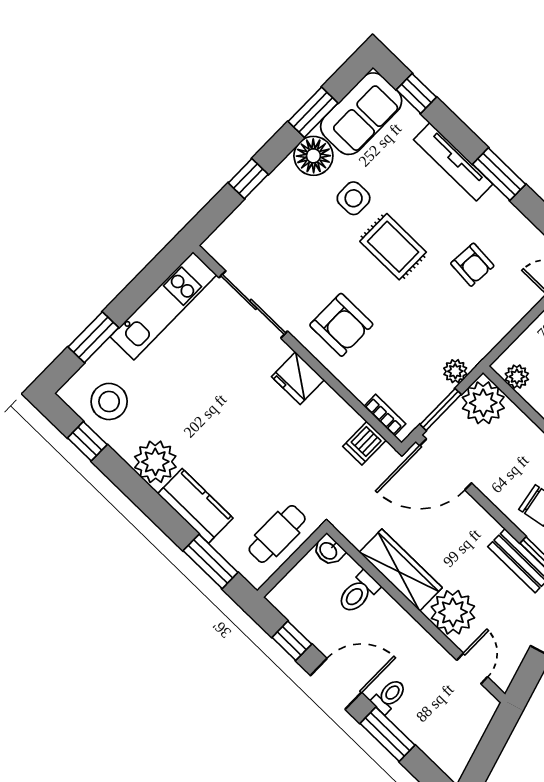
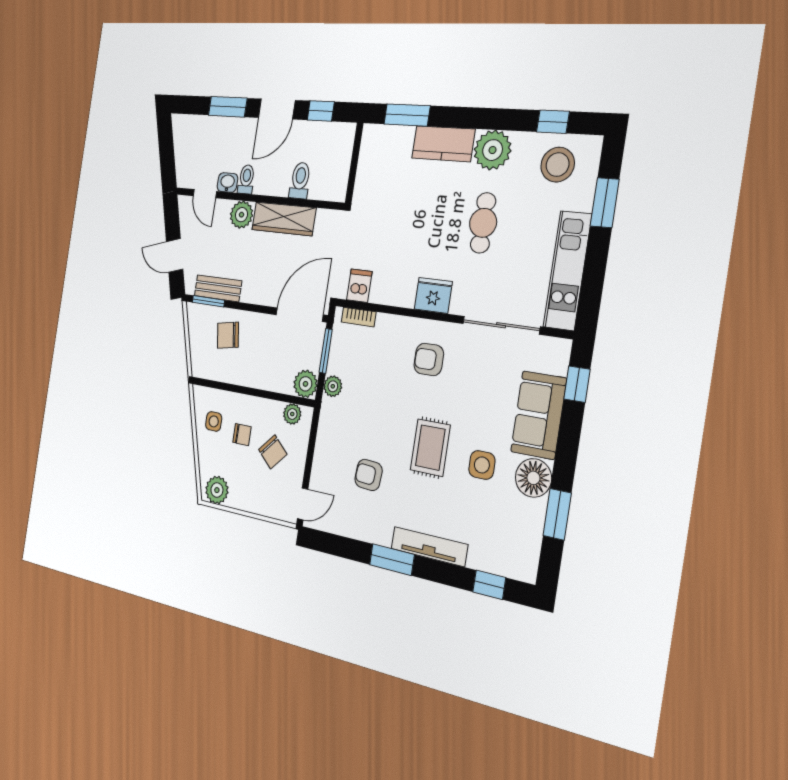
sofa: (361, 114) -> (539, 415), moved
window: (248, 179) -> (577, 384), moved
rug: (393, 247) -> (430, 448), turned 90
armchair: (341, 325) -> (429, 359), width x0.72, depth x0.72
plant: (483, 403) -> (305, 384), width x0.73, depth x0.73
cafe table: (277, 534) -> (483, 223), moved
washbasin: (329, 550) -> (227, 183), moved
plant: (453, 612) -> (241, 215), width x0.73, depth x0.73
toilet: (389, 696) -> (246, 179), moved, turned 180

